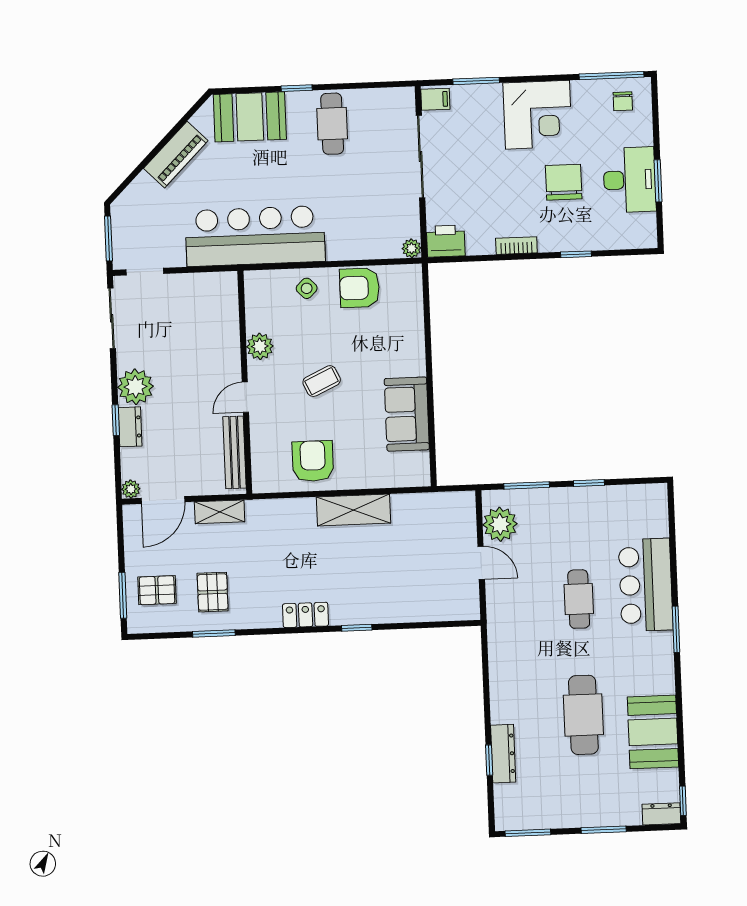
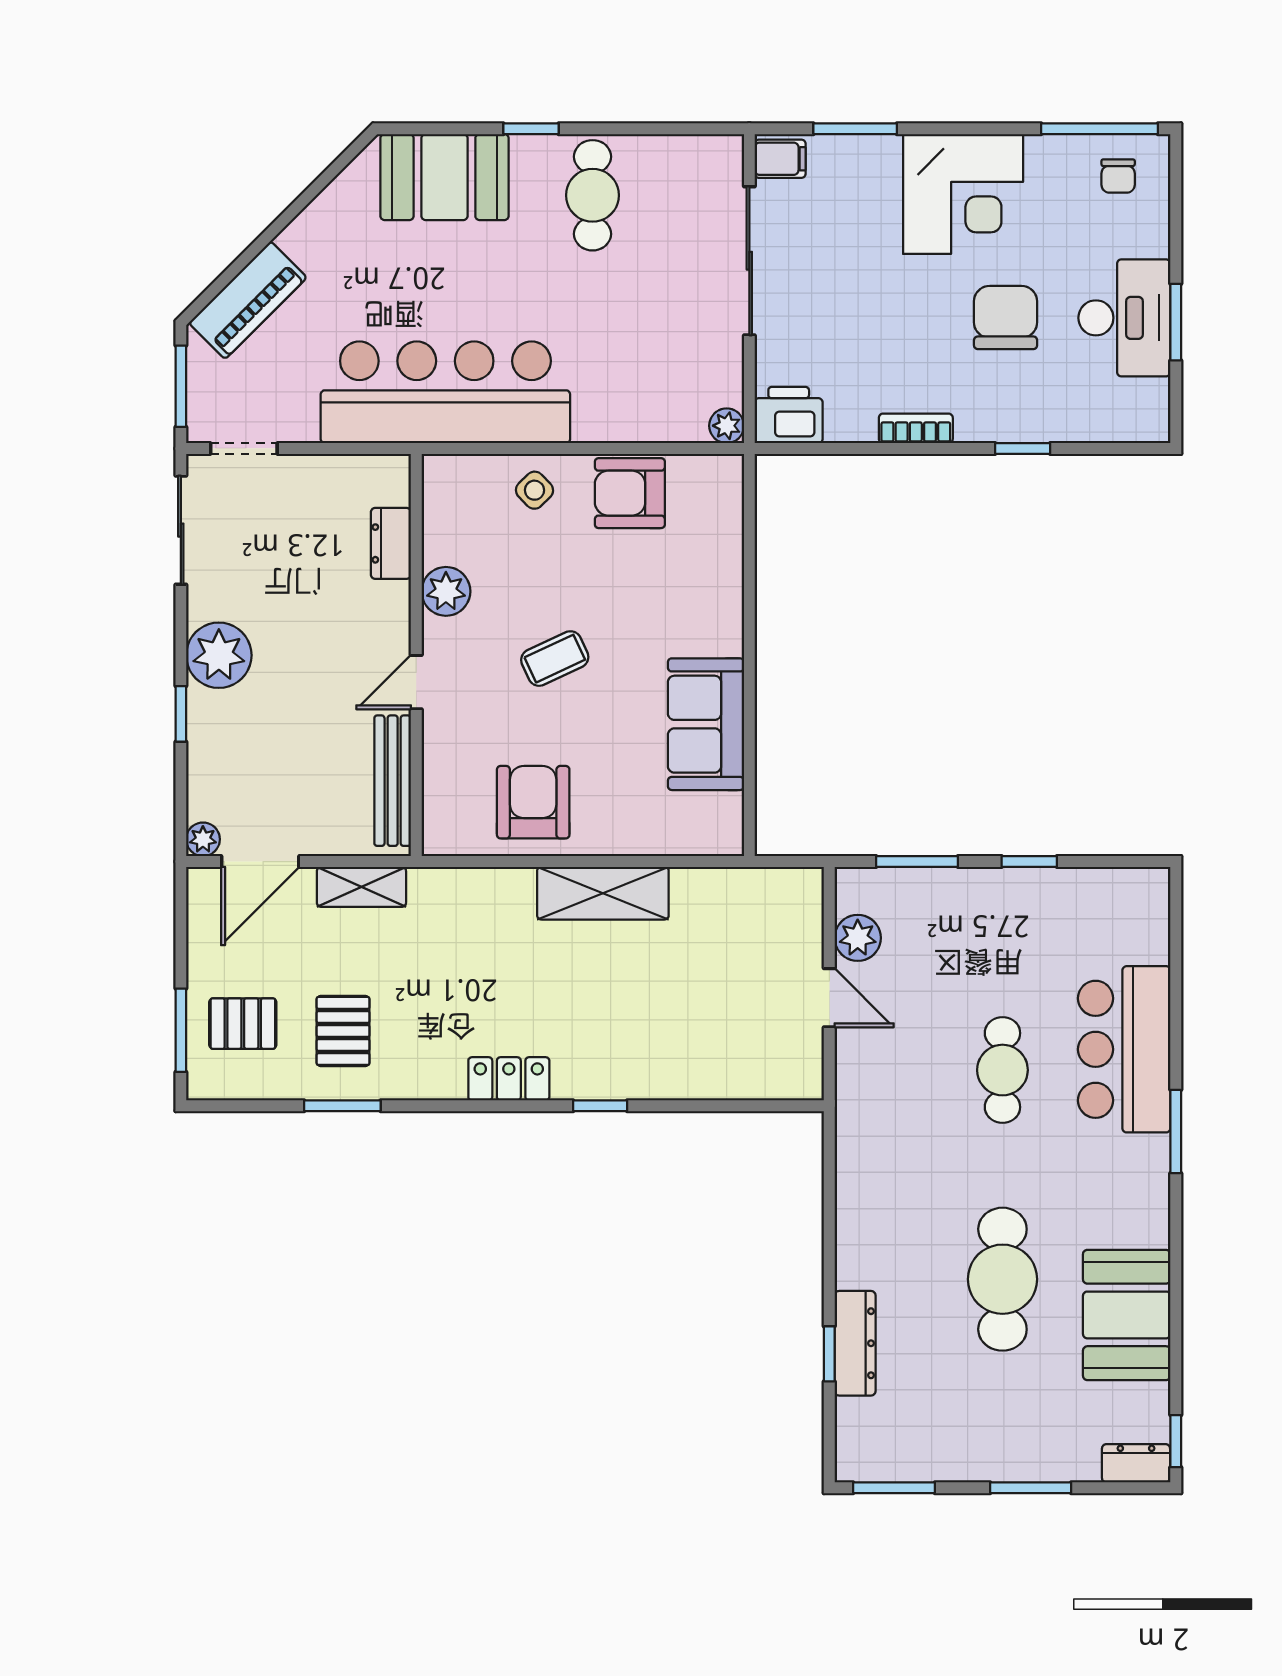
piano: (176, 155) -> (248, 300), moved
dresser: (130, 427) -> (391, 543), moved, turned 180
plant: (500, 524) -> (858, 938), width x0.73, depth x0.73

